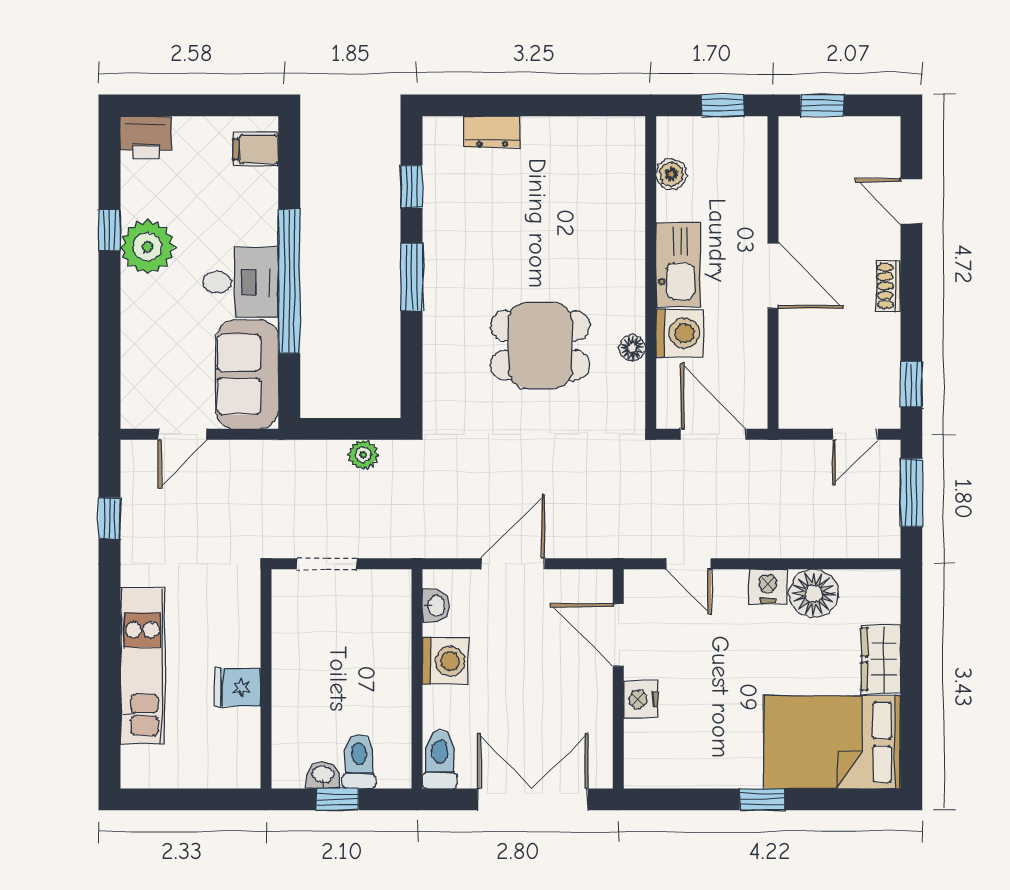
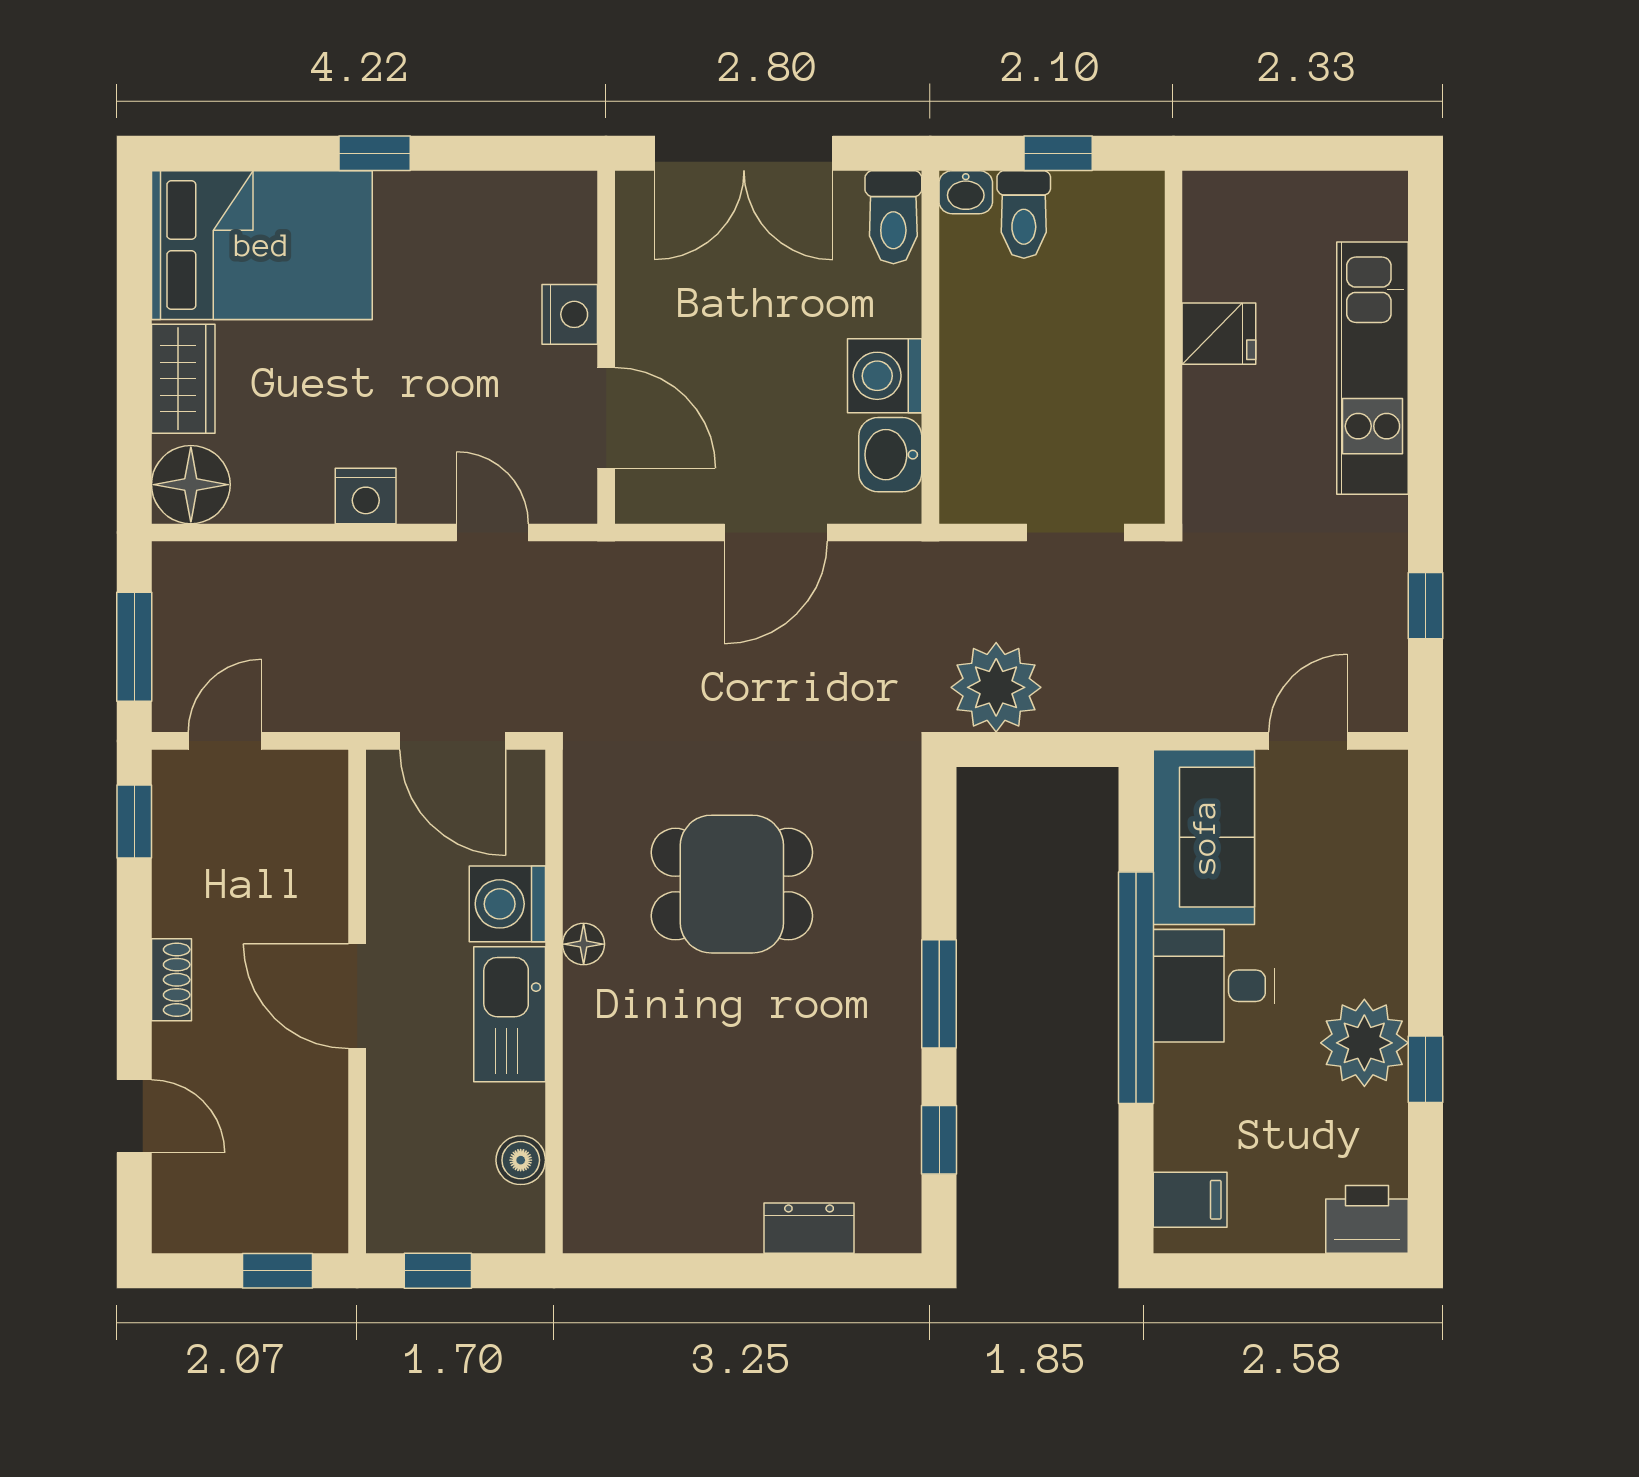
floor lamp: (632, 348) -> (584, 944), moved
plant: (363, 455) -> (996, 687), width x1.87, depth x1.87
floor lamp: (814, 594) -> (191, 485), moved
washbasin: (436, 606) -> (890, 455), width x1.38, depth x1.45
washbasin: (323, 775) -> (966, 192), moved

